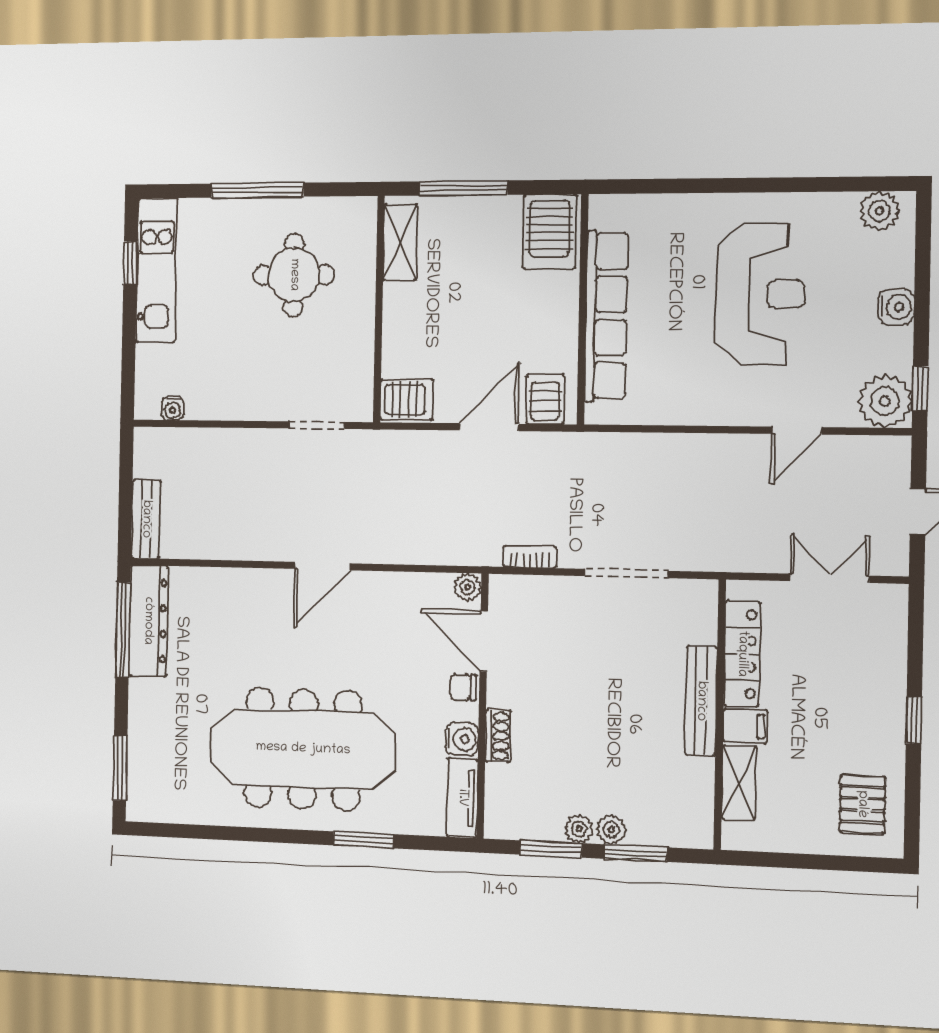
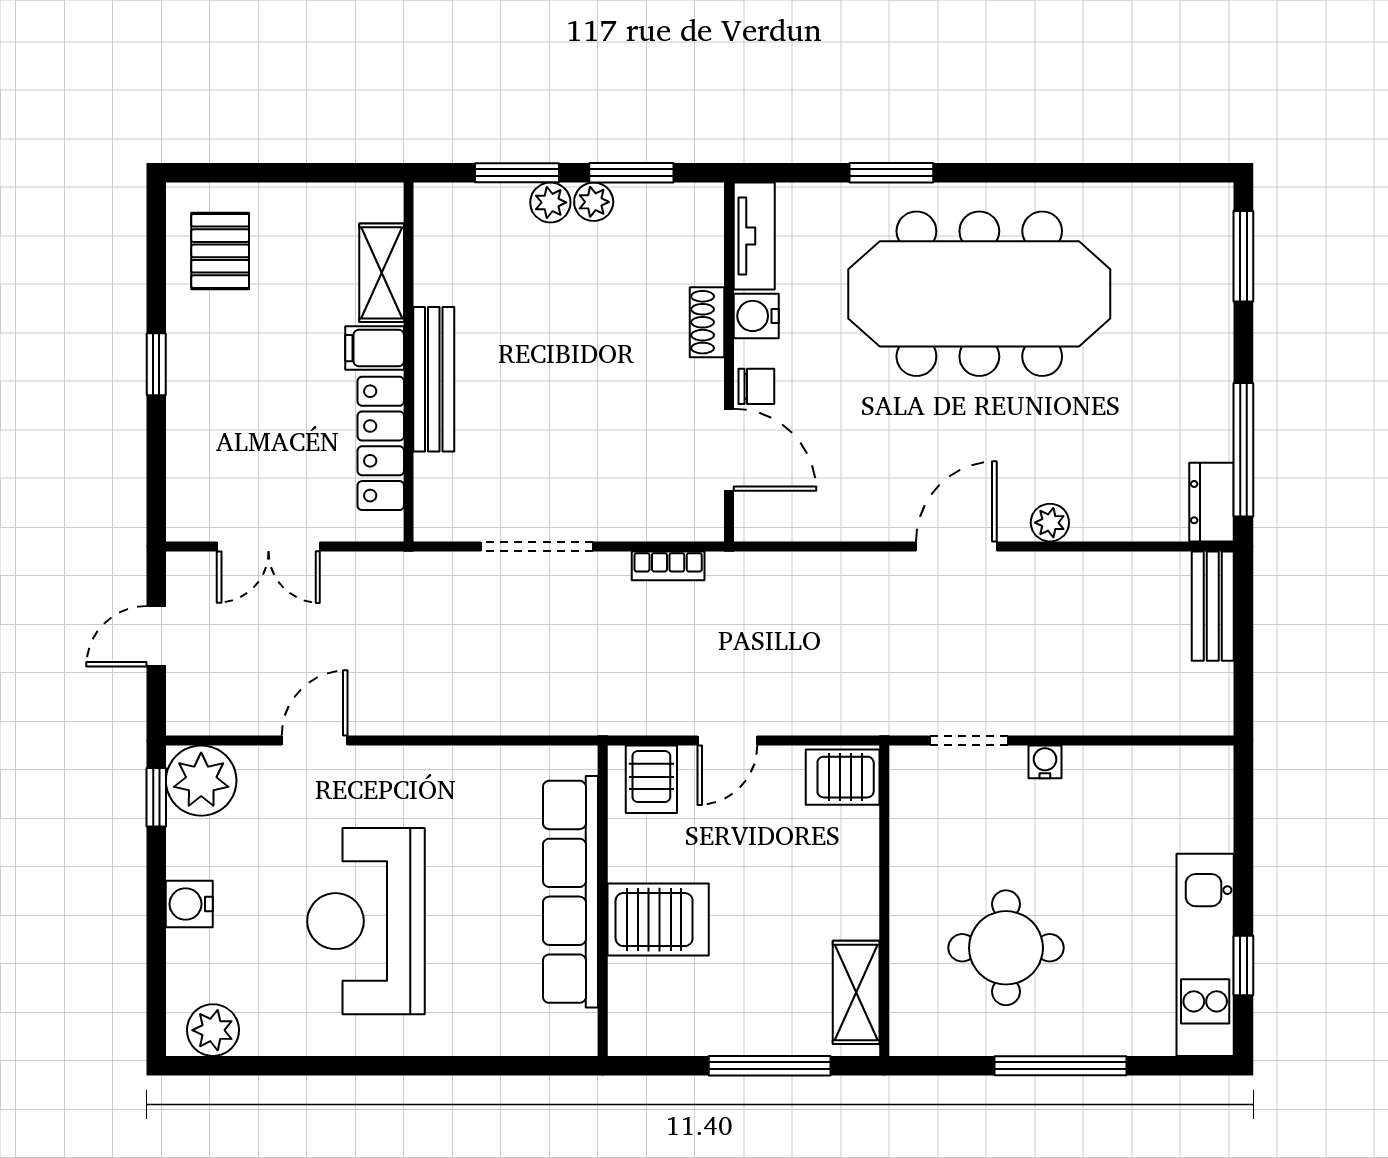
server rack: (549, 232) -> (658, 920), moved, turned 90
water cooler: (173, 408) -> (1045, 762), moved
door: (489, 427) -> (727, 741), width x0.73
plant: (468, 587) -> (1050, 523), moved
dresser: (148, 621) -> (1212, 502), width x0.51, depth x0.80

